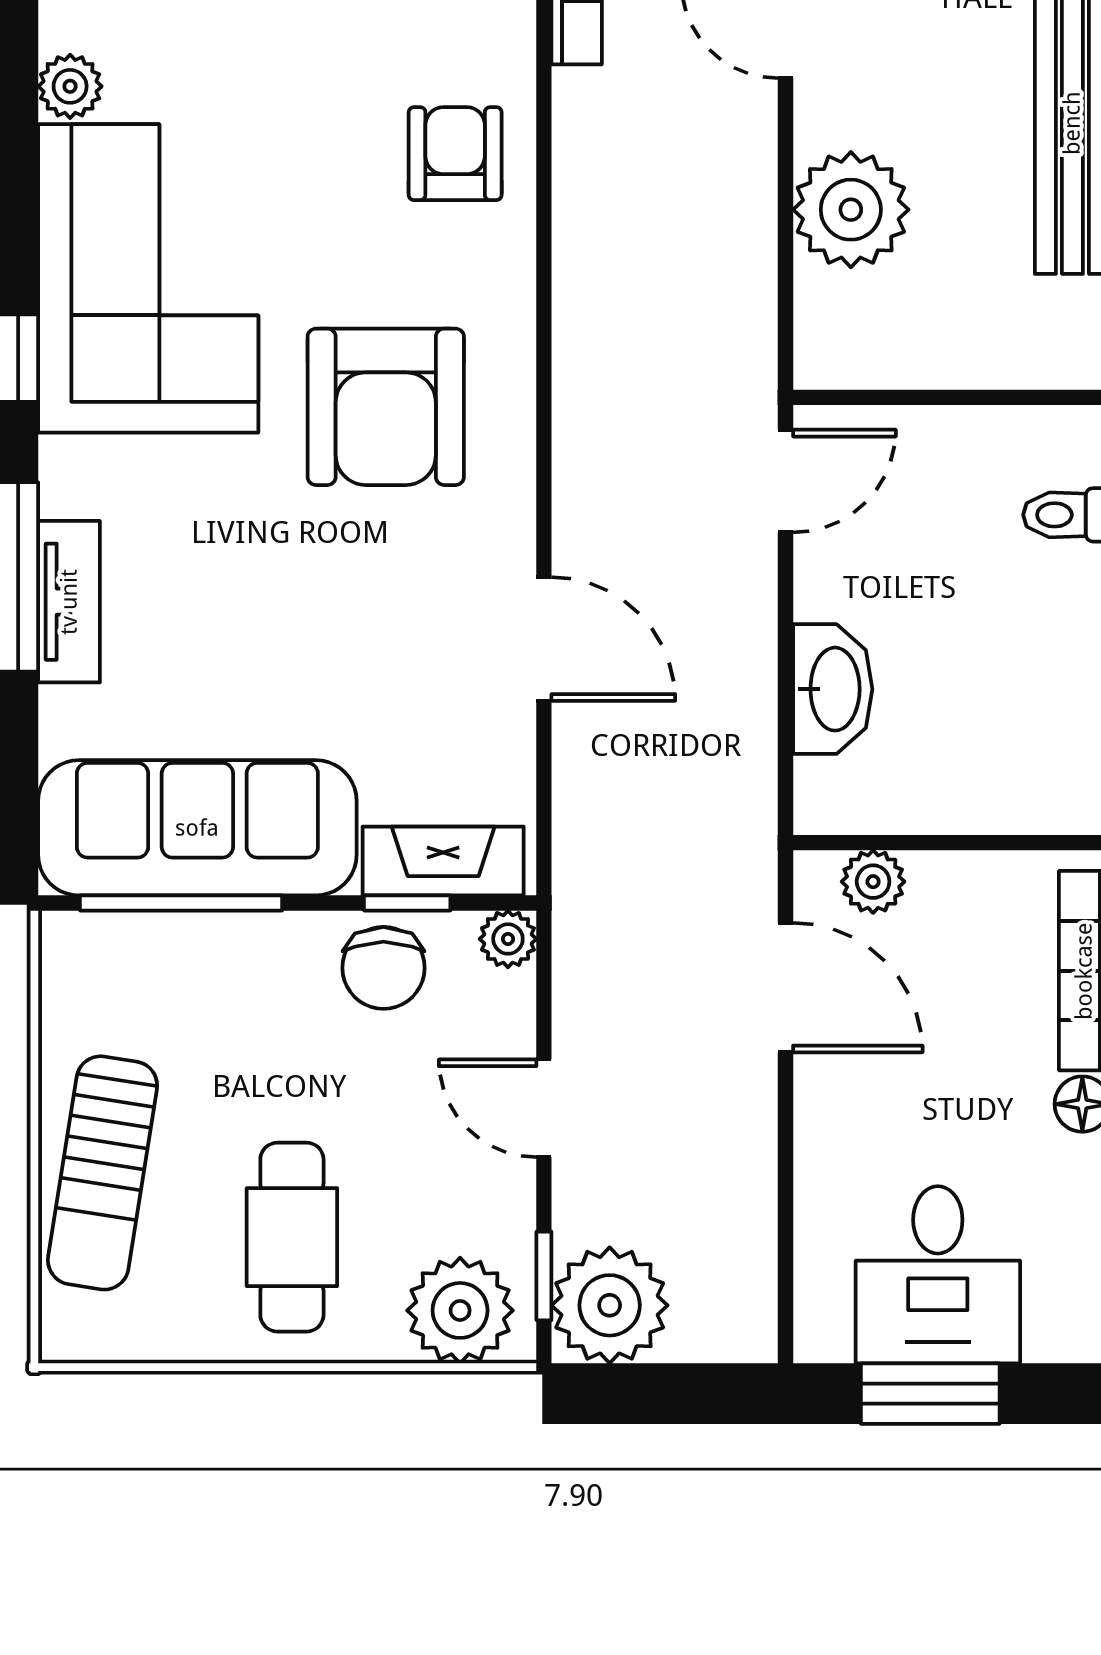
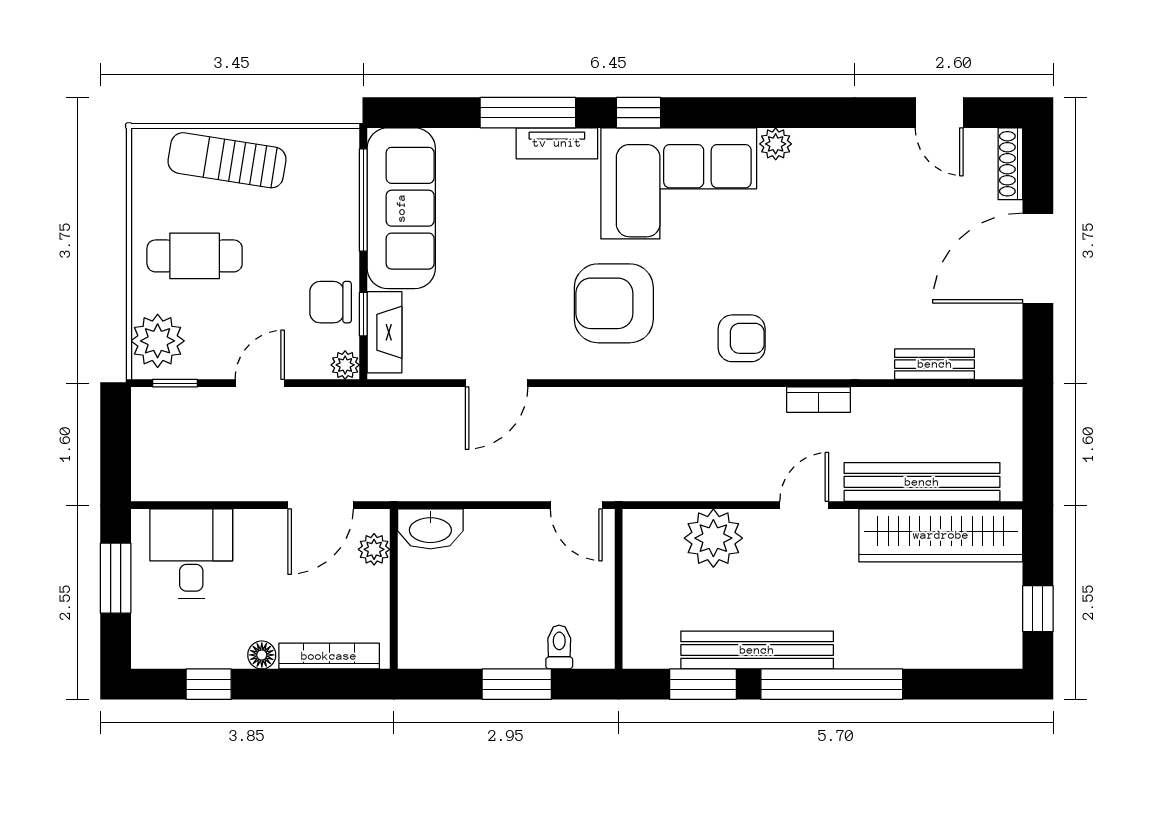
tv unit: (69, 602) -> (557, 143), moved
washbasin: (833, 689) -> (430, 529), moved
desk: (938, 1275) -> (191, 554), moved, turned 90
plant: (610, 1305) -> (160, 416), removed

